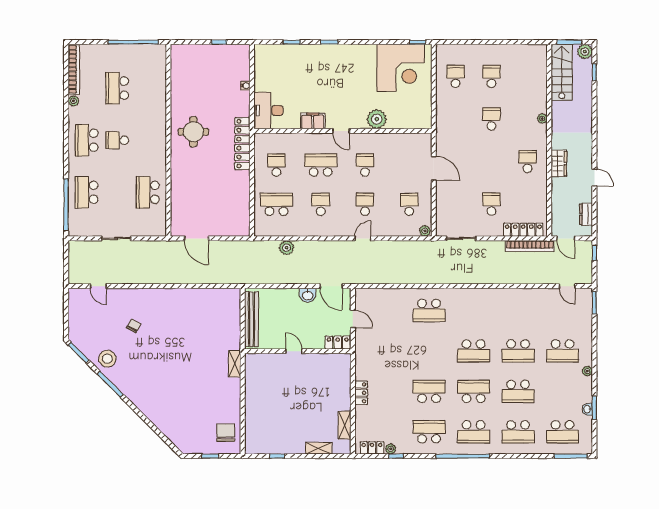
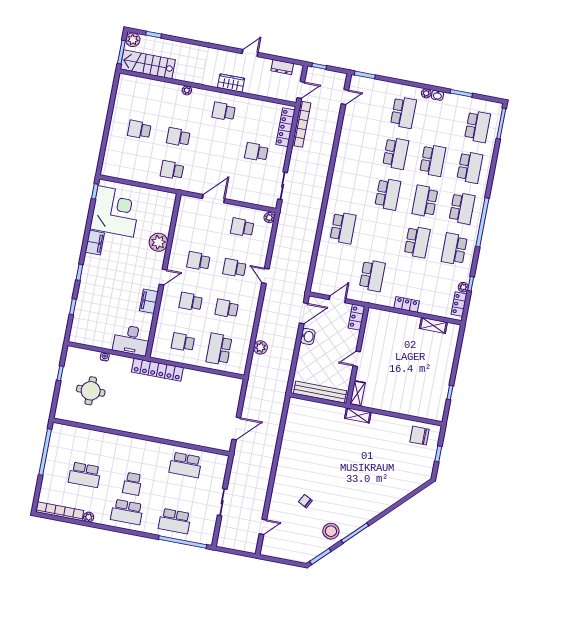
filing cabinet: (364, 52) -> (95, 243), added
school desk: (455, 76) -> (172, 170), moved
round table: (193, 132) -> (91, 391), moved
school desk: (321, 165) -> (191, 302), width x0.54
school desk: (385, 351) -> (372, 276), added
school desk: (429, 391) -> (417, 242), turned 180
washbasin: (587, 409) -> (437, 95), moved
shelving: (319, 448) -> (358, 393), moved

